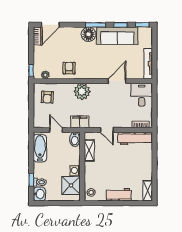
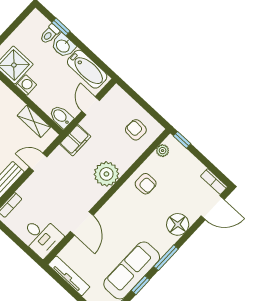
door: (50, 25) -> (213, 208), swing flipped
floor lamp: (89, 34) -> (178, 224), moved
door: (56, 130) -> (91, 106), swing flipped
washbasin: (39, 194) -> (63, 46), moved

